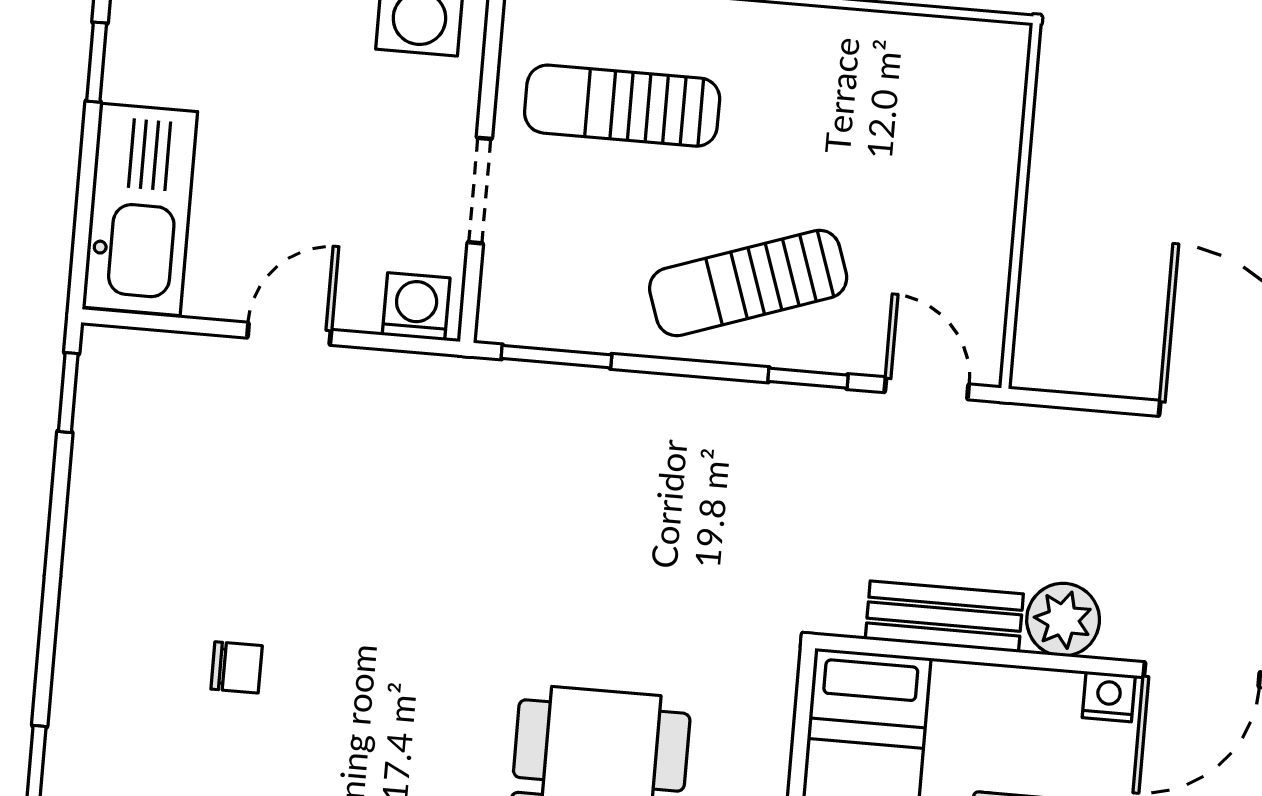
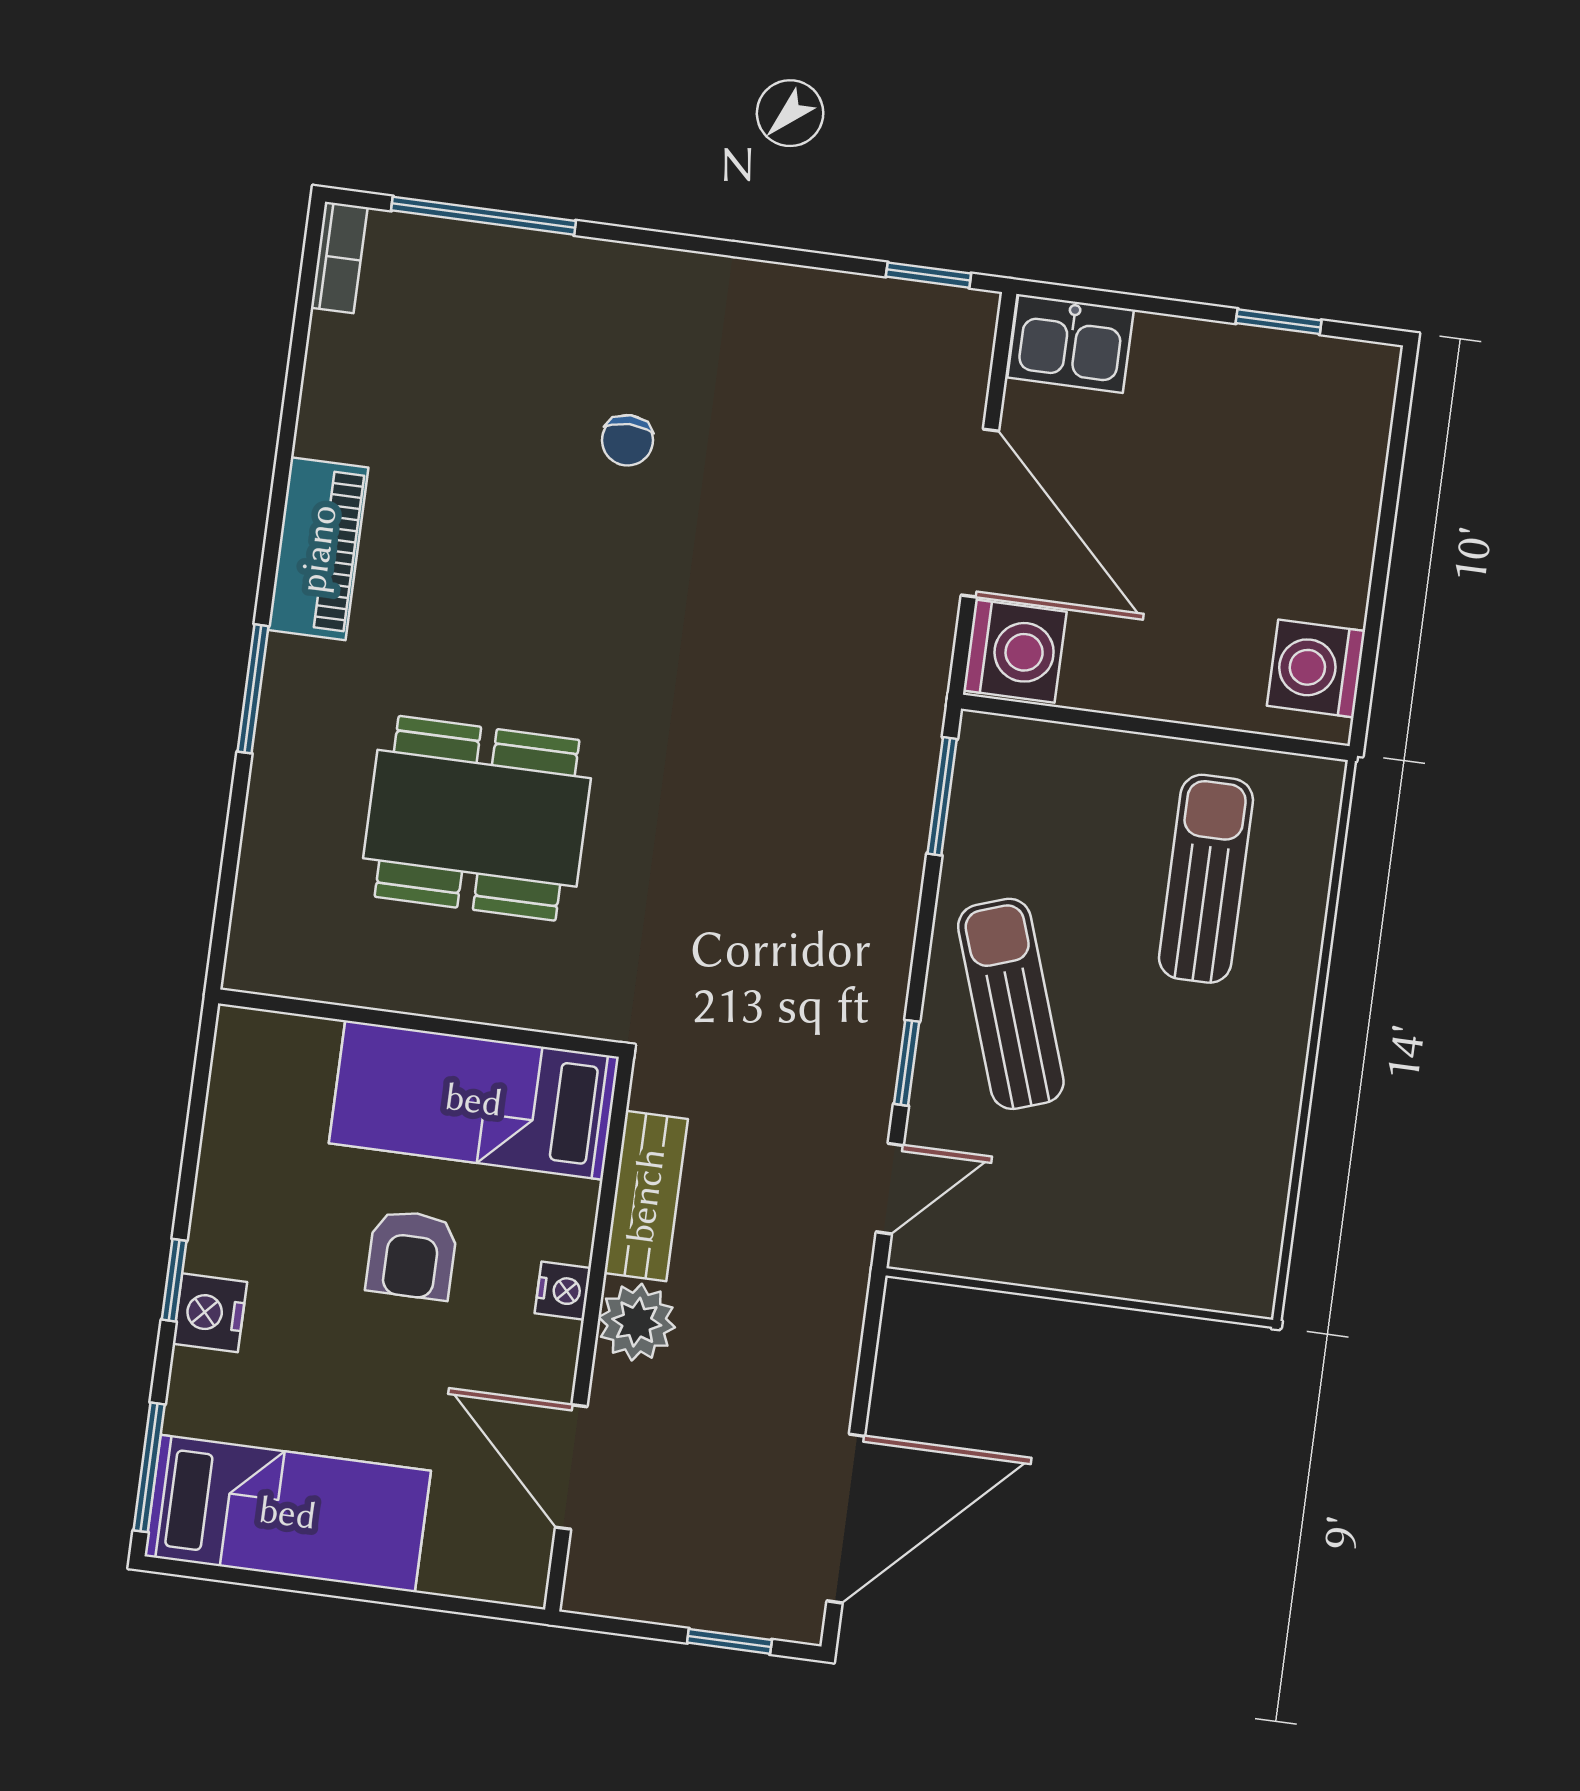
doorway: (480, 191) -> (1123, 723), removed
kitchen sink: (140, 209) -> (1071, 344), width x0.53, depth x0.81
washing machine: (416, 307) -> (1015, 651), width x1.38, depth x1.38
door: (289, 334) -> (980, 513), width x1.88
nightstand: (1109, 697) -> (563, 1291), moved

